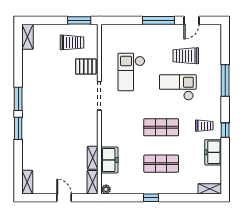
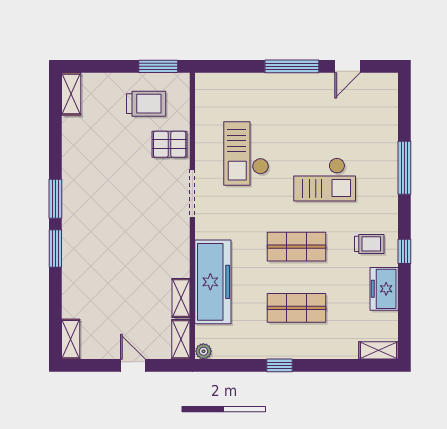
trolley: (186, 56) -> (338, 126), removed
checkout: (178, 87) -> (325, 179), turned 180
freezer: (109, 160) -> (213, 282), width x1.91, depth x1.26

